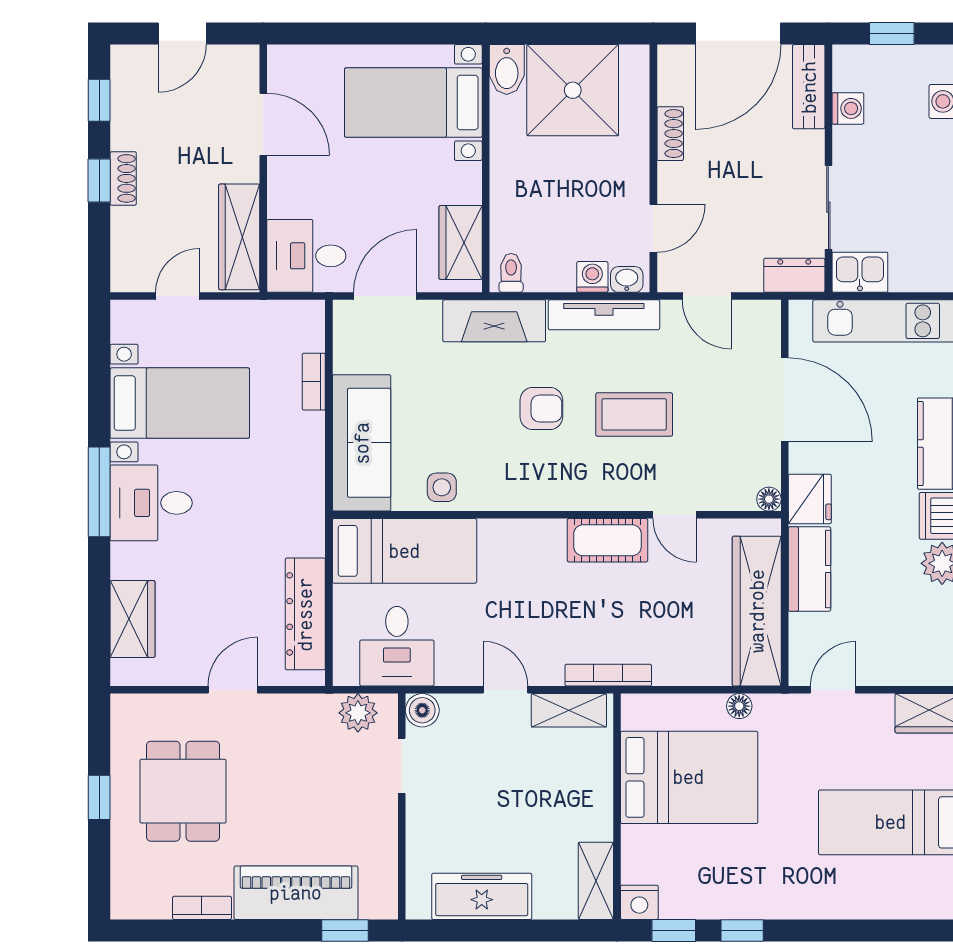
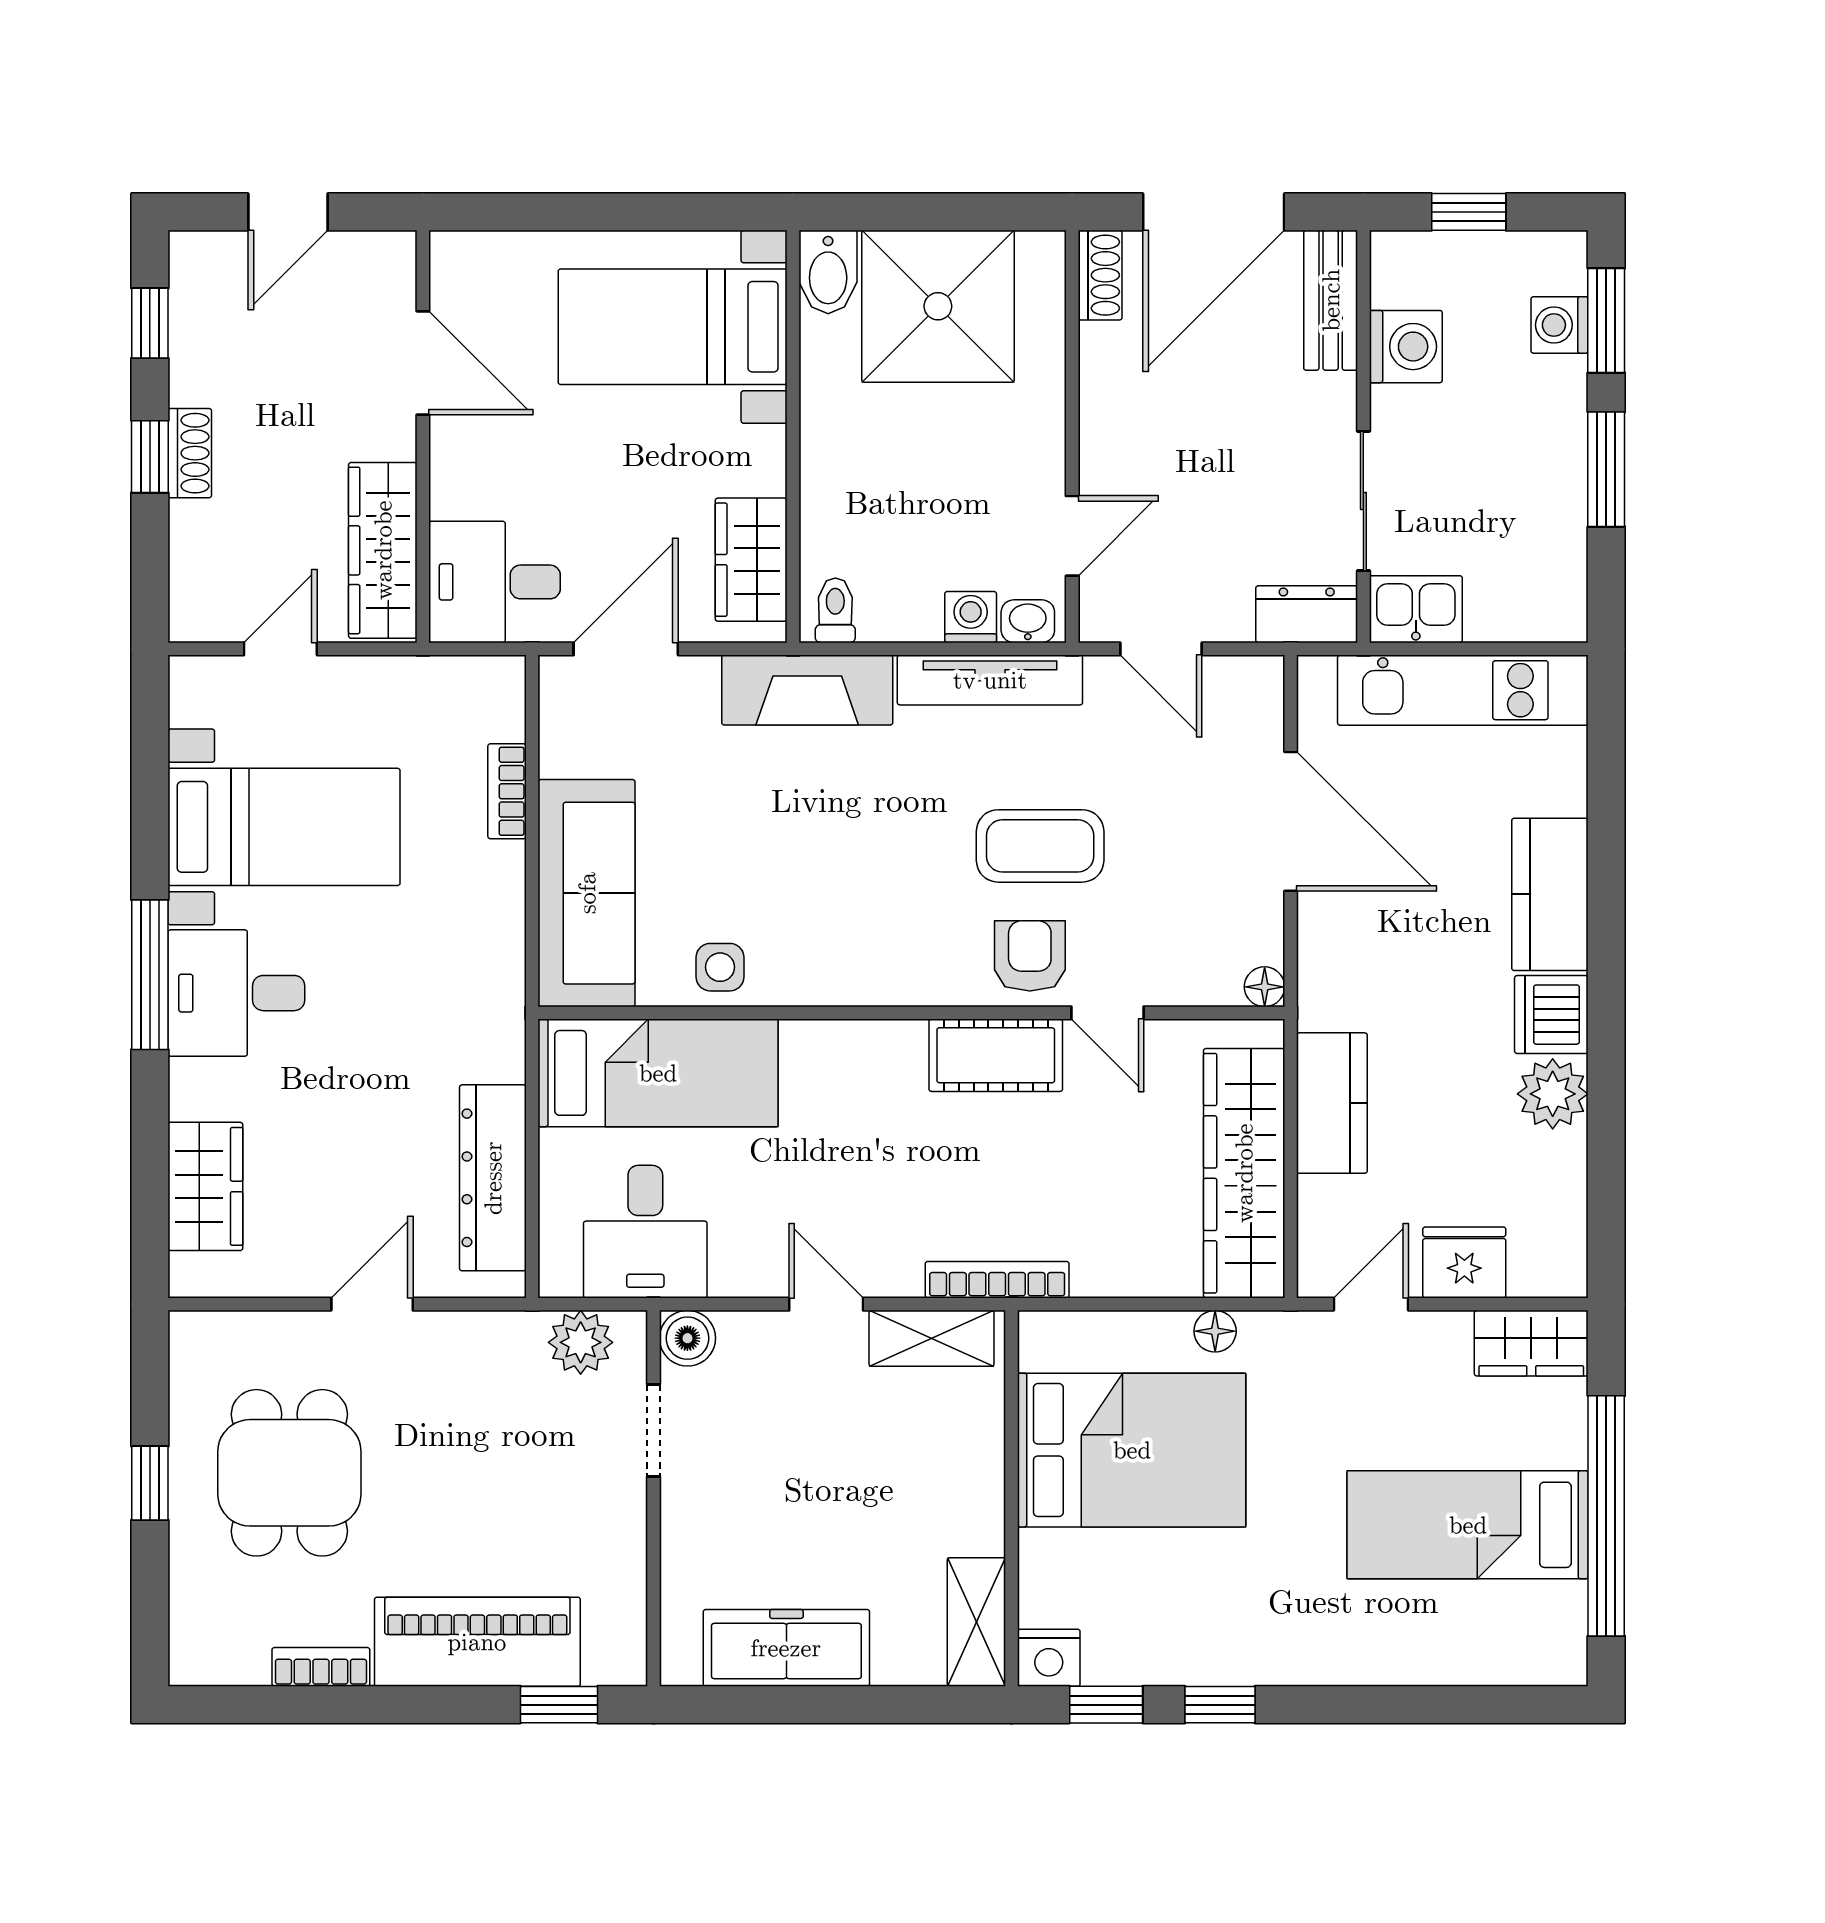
washing machine: (848, 108) -> (1406, 347), width x1.38, depth x1.38
shoe rack: (670, 134) -> (1100, 275), moved
armchair: (541, 408) -> (1030, 956), moved, turned -90
fridge: (810, 499) -> (1464, 1262), moved, turned -90

